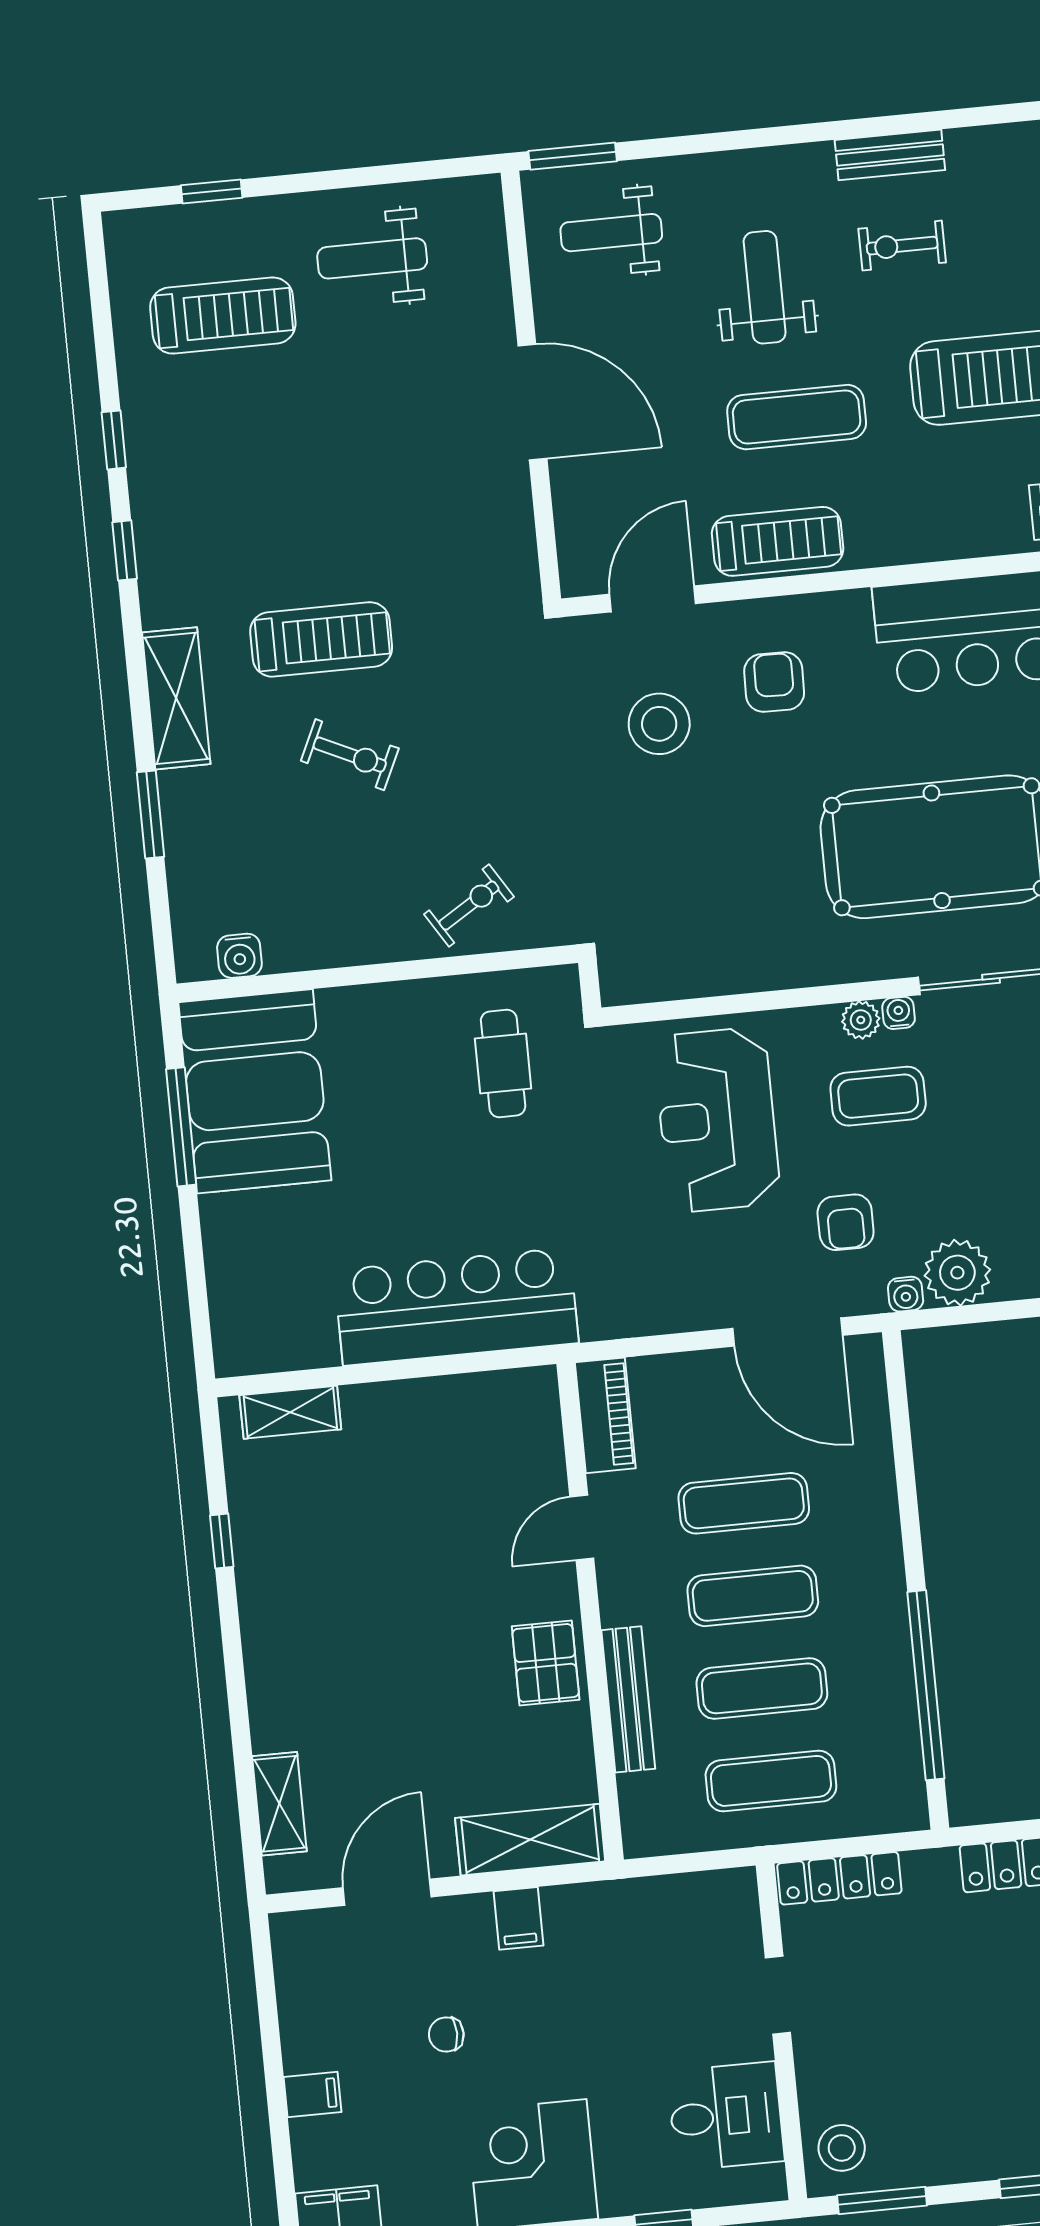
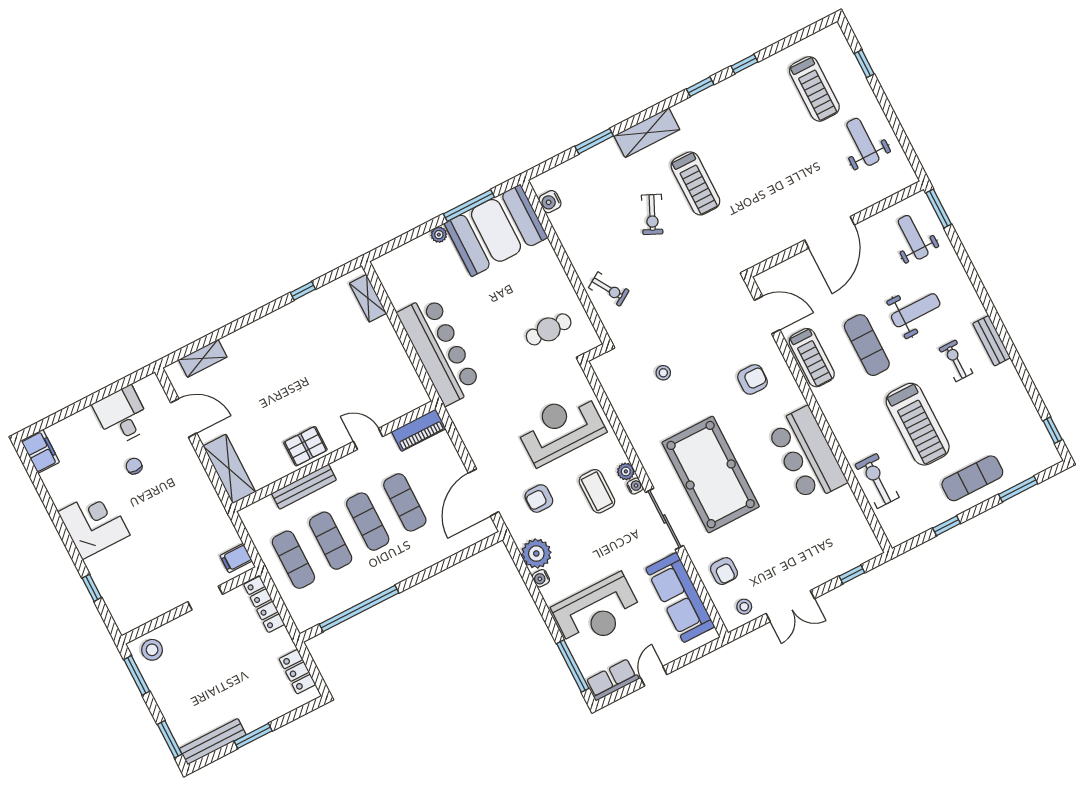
stool: (659, 724) -> (663, 373), moved, width x0.53, depth x0.53
plant: (217, 1213) -> (439, 235), added
water cooler: (906, 1294) -> (541, 578), moved
filing cabinet: (518, 1918) -> (236, 558), moved
filing cabinet: (313, 2094) -> (87, 420), removed
desk: (726, 2116) -> (122, 416), moved, turned 180

